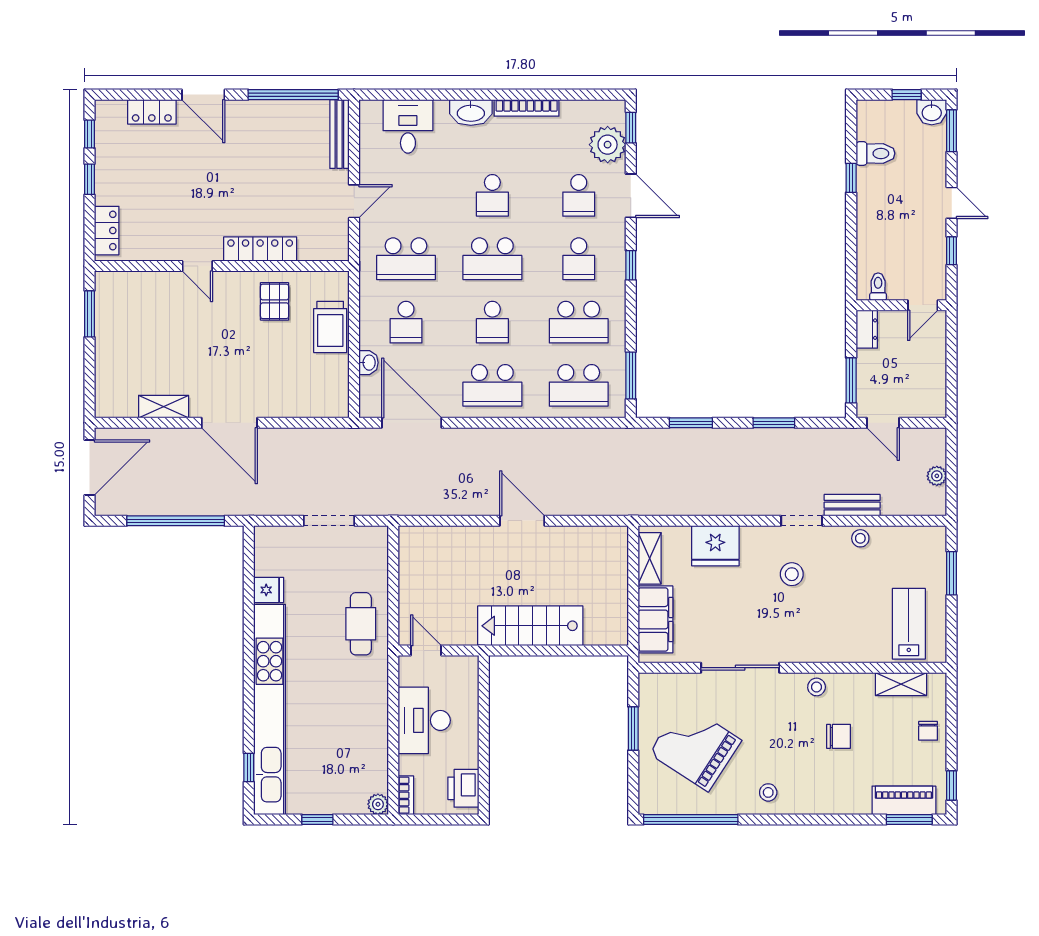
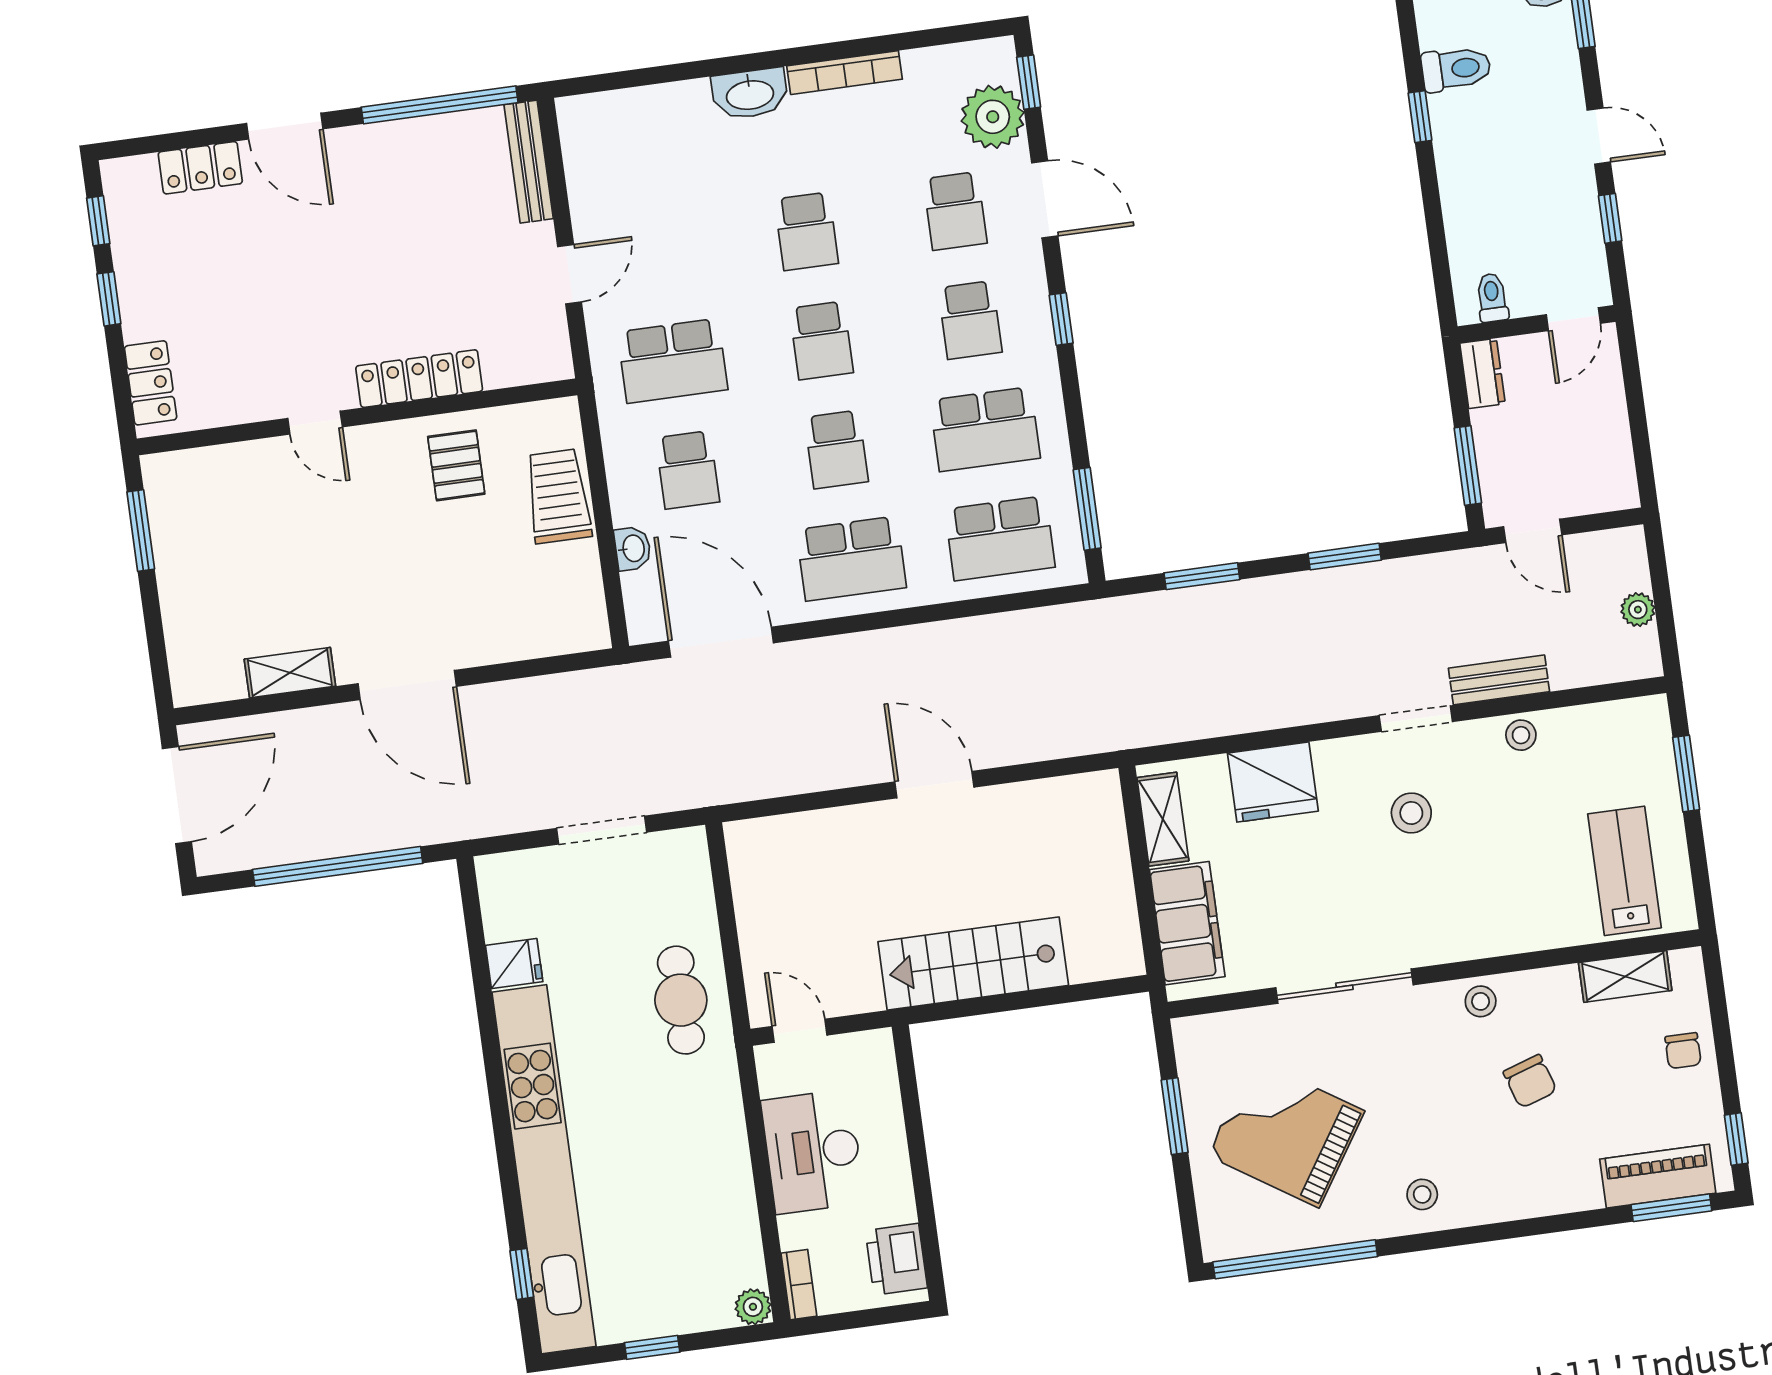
desk: (408, 126) -> (645, 132), removed
school desk: (492, 259) -> (821, 340), width x0.54
trolley: (330, 327) -> (558, 496), turned 180
chair: (839, 736) -> (1530, 1081), turned 72

